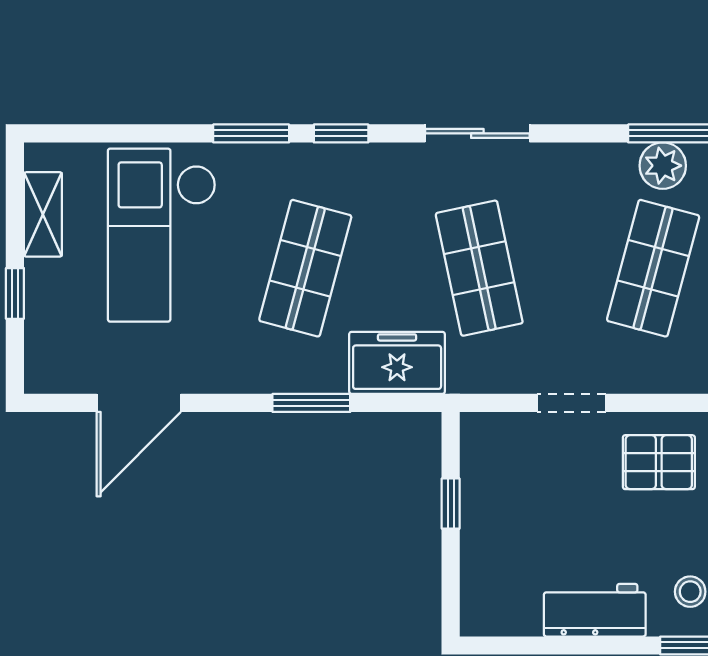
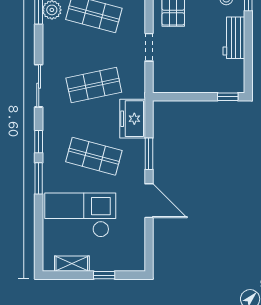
checkout: (162, 235) -> (80, 215), turned 180
door: (139, 403) -> (149, 201), moved
window: (451, 504) -> (228, 97), moved

